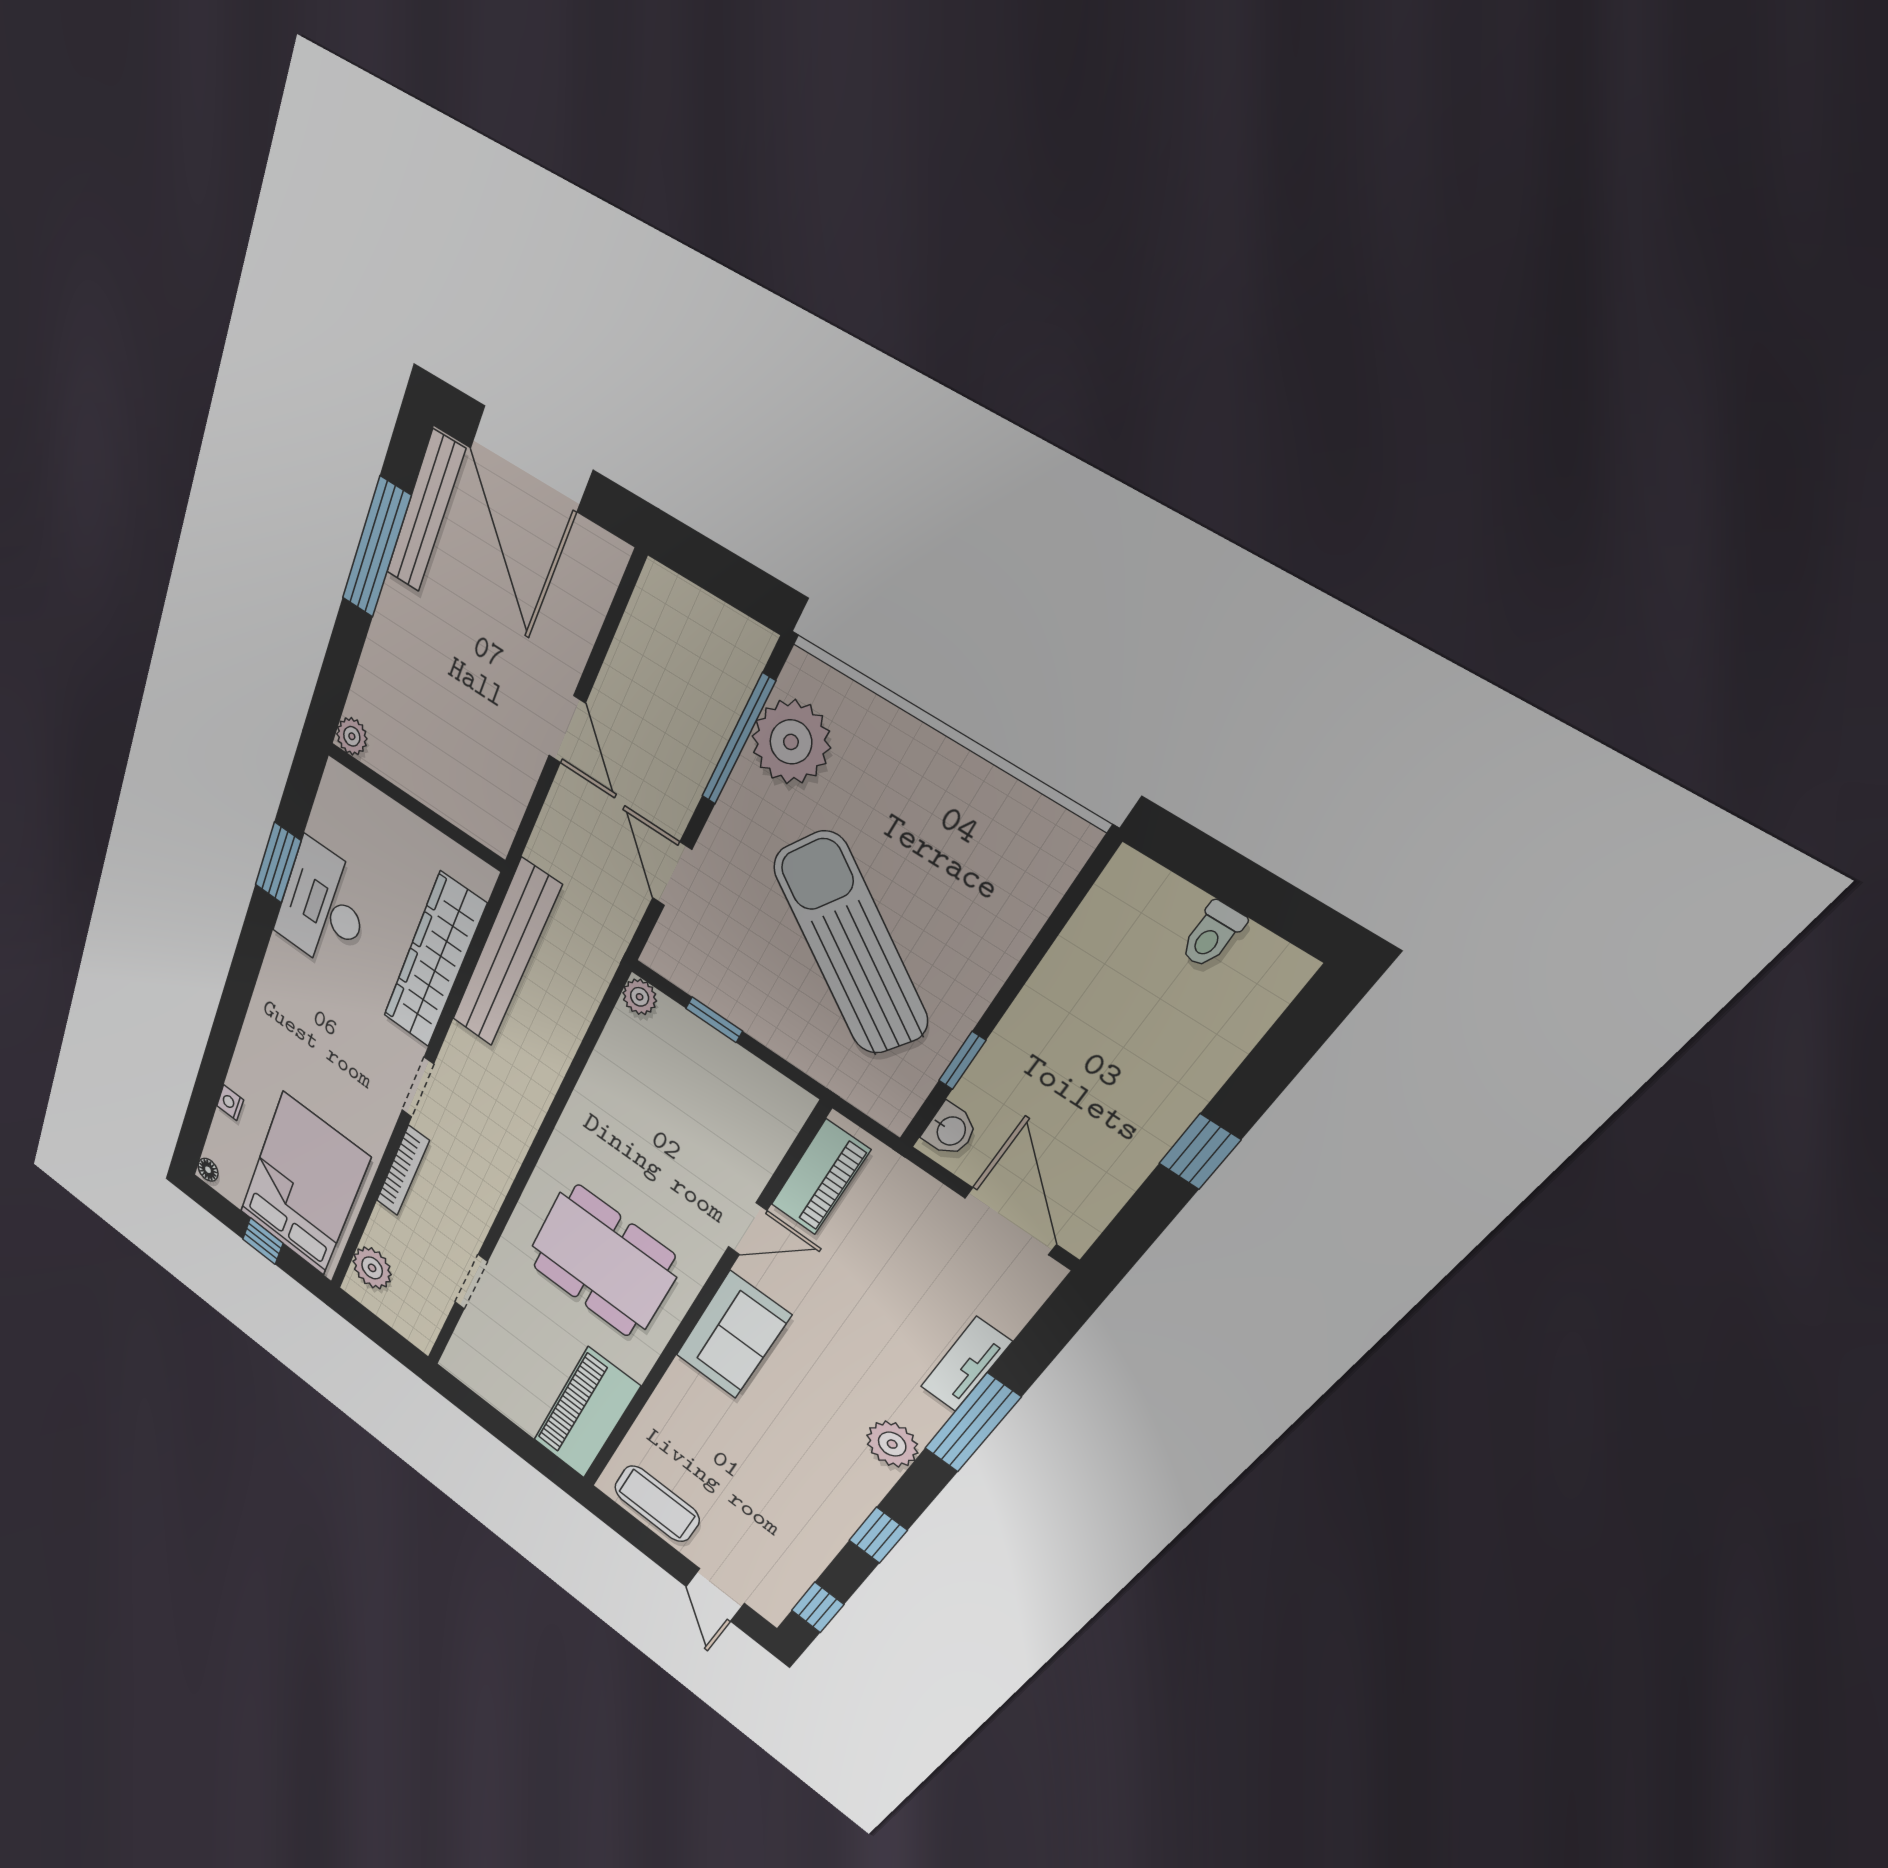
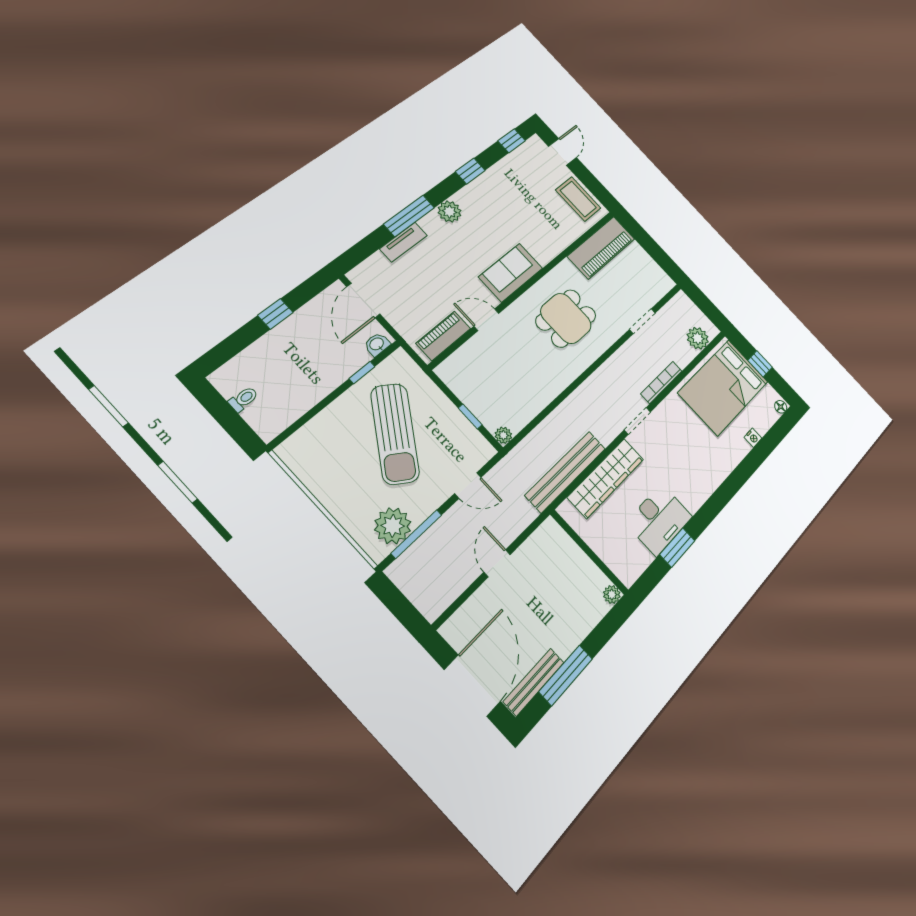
door: (672, 874) -> (468, 485), hinge flipped
dining table: (603, 1261) -> (566, 318), width x0.73

